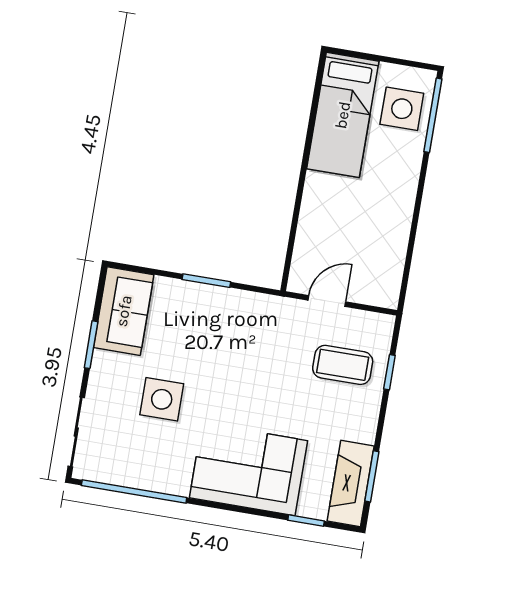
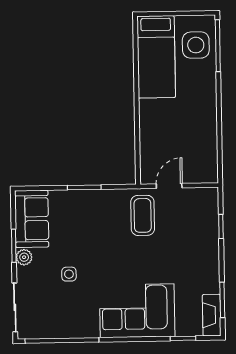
plant: (103, 363) -> (24, 257), added
coffee table: (343, 365) -> (143, 215), moved, turned 90
side table: (162, 399) -> (69, 274), width x0.54, depth x0.54
fireplace: (351, 483) -> (212, 315), width x0.73, depth x0.76

